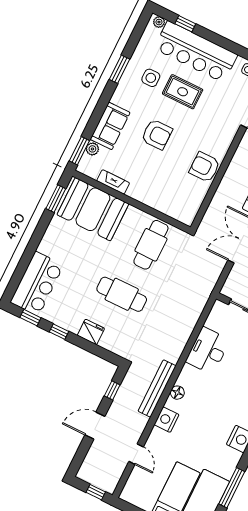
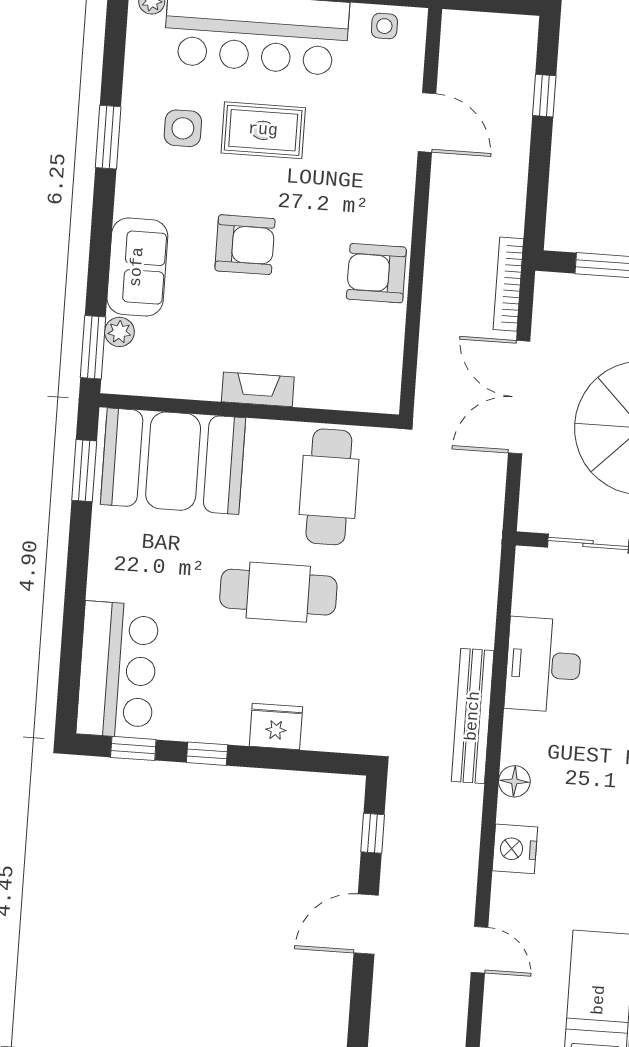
fireplace: (113, 182) -> (258, 389), moved
cafe table: (122, 294) -> (278, 592), moved
bench: (157, 388) -> (473, 716), moved

